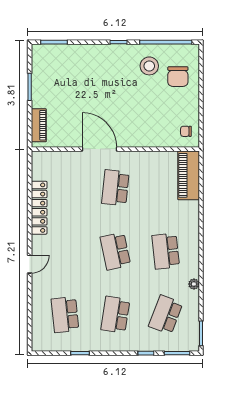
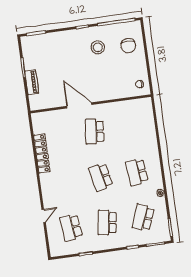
stool: (149, 66) -> (98, 47), moved
piano: (39, 125) -> (32, 82), moved
piano: (189, 175) -> (146, 115), removed
door: (30, 264) -> (44, 216), moved

